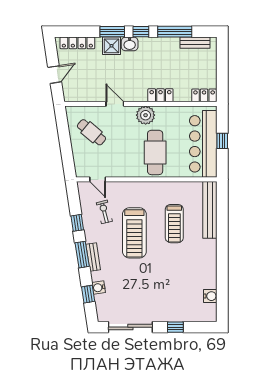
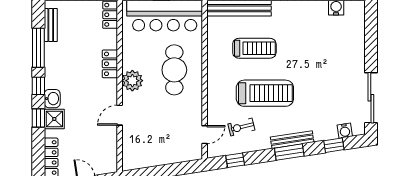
window: (112, 32) -> (38, 118), width x0.67
cafe table: (91, 132) -> (152, 142), removed
cafe table: (155, 152) -> (174, 70), turned 90
window: (77, 223) -> (235, 160), moved
bench: (93, 257) -> (292, 140), width x1.36
water cooler: (99, 288) -> (345, 131), moved
window: (175, 327) -> (371, 47), removed

